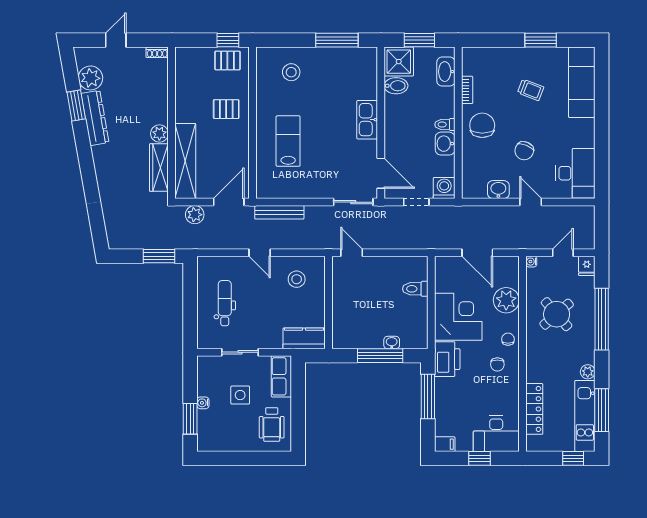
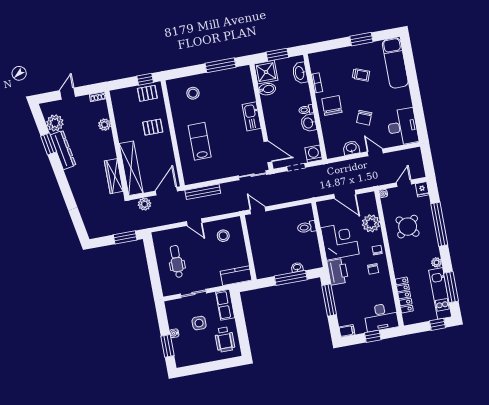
plant: (159, 134) -> (105, 125), moved

